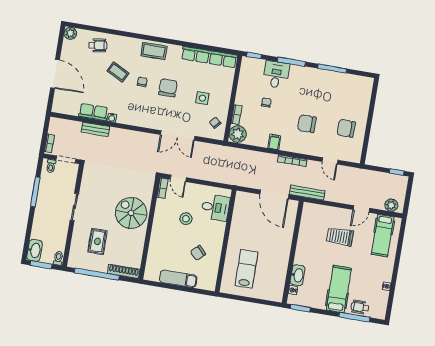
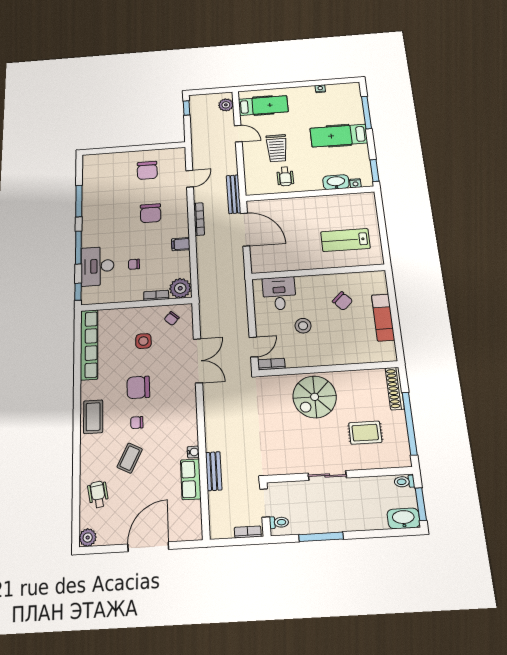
desk: (276, 75) -> (97, 266), width x1.37
door: (274, 194) -> (245, 230), hinge flipped
wheelchair: (360, 307) -> (285, 176), moved

